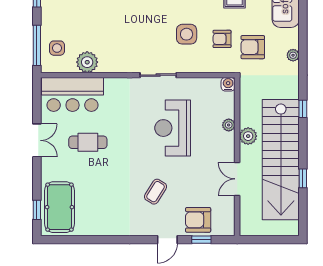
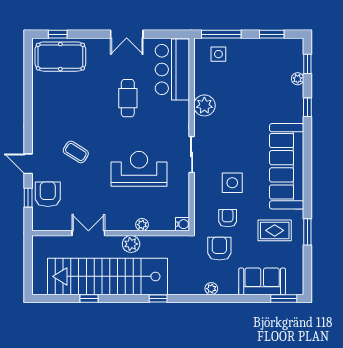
plant: (87, 62) -> (204, 105), moved
cafe table: (88, 142) -> (128, 98), moved

